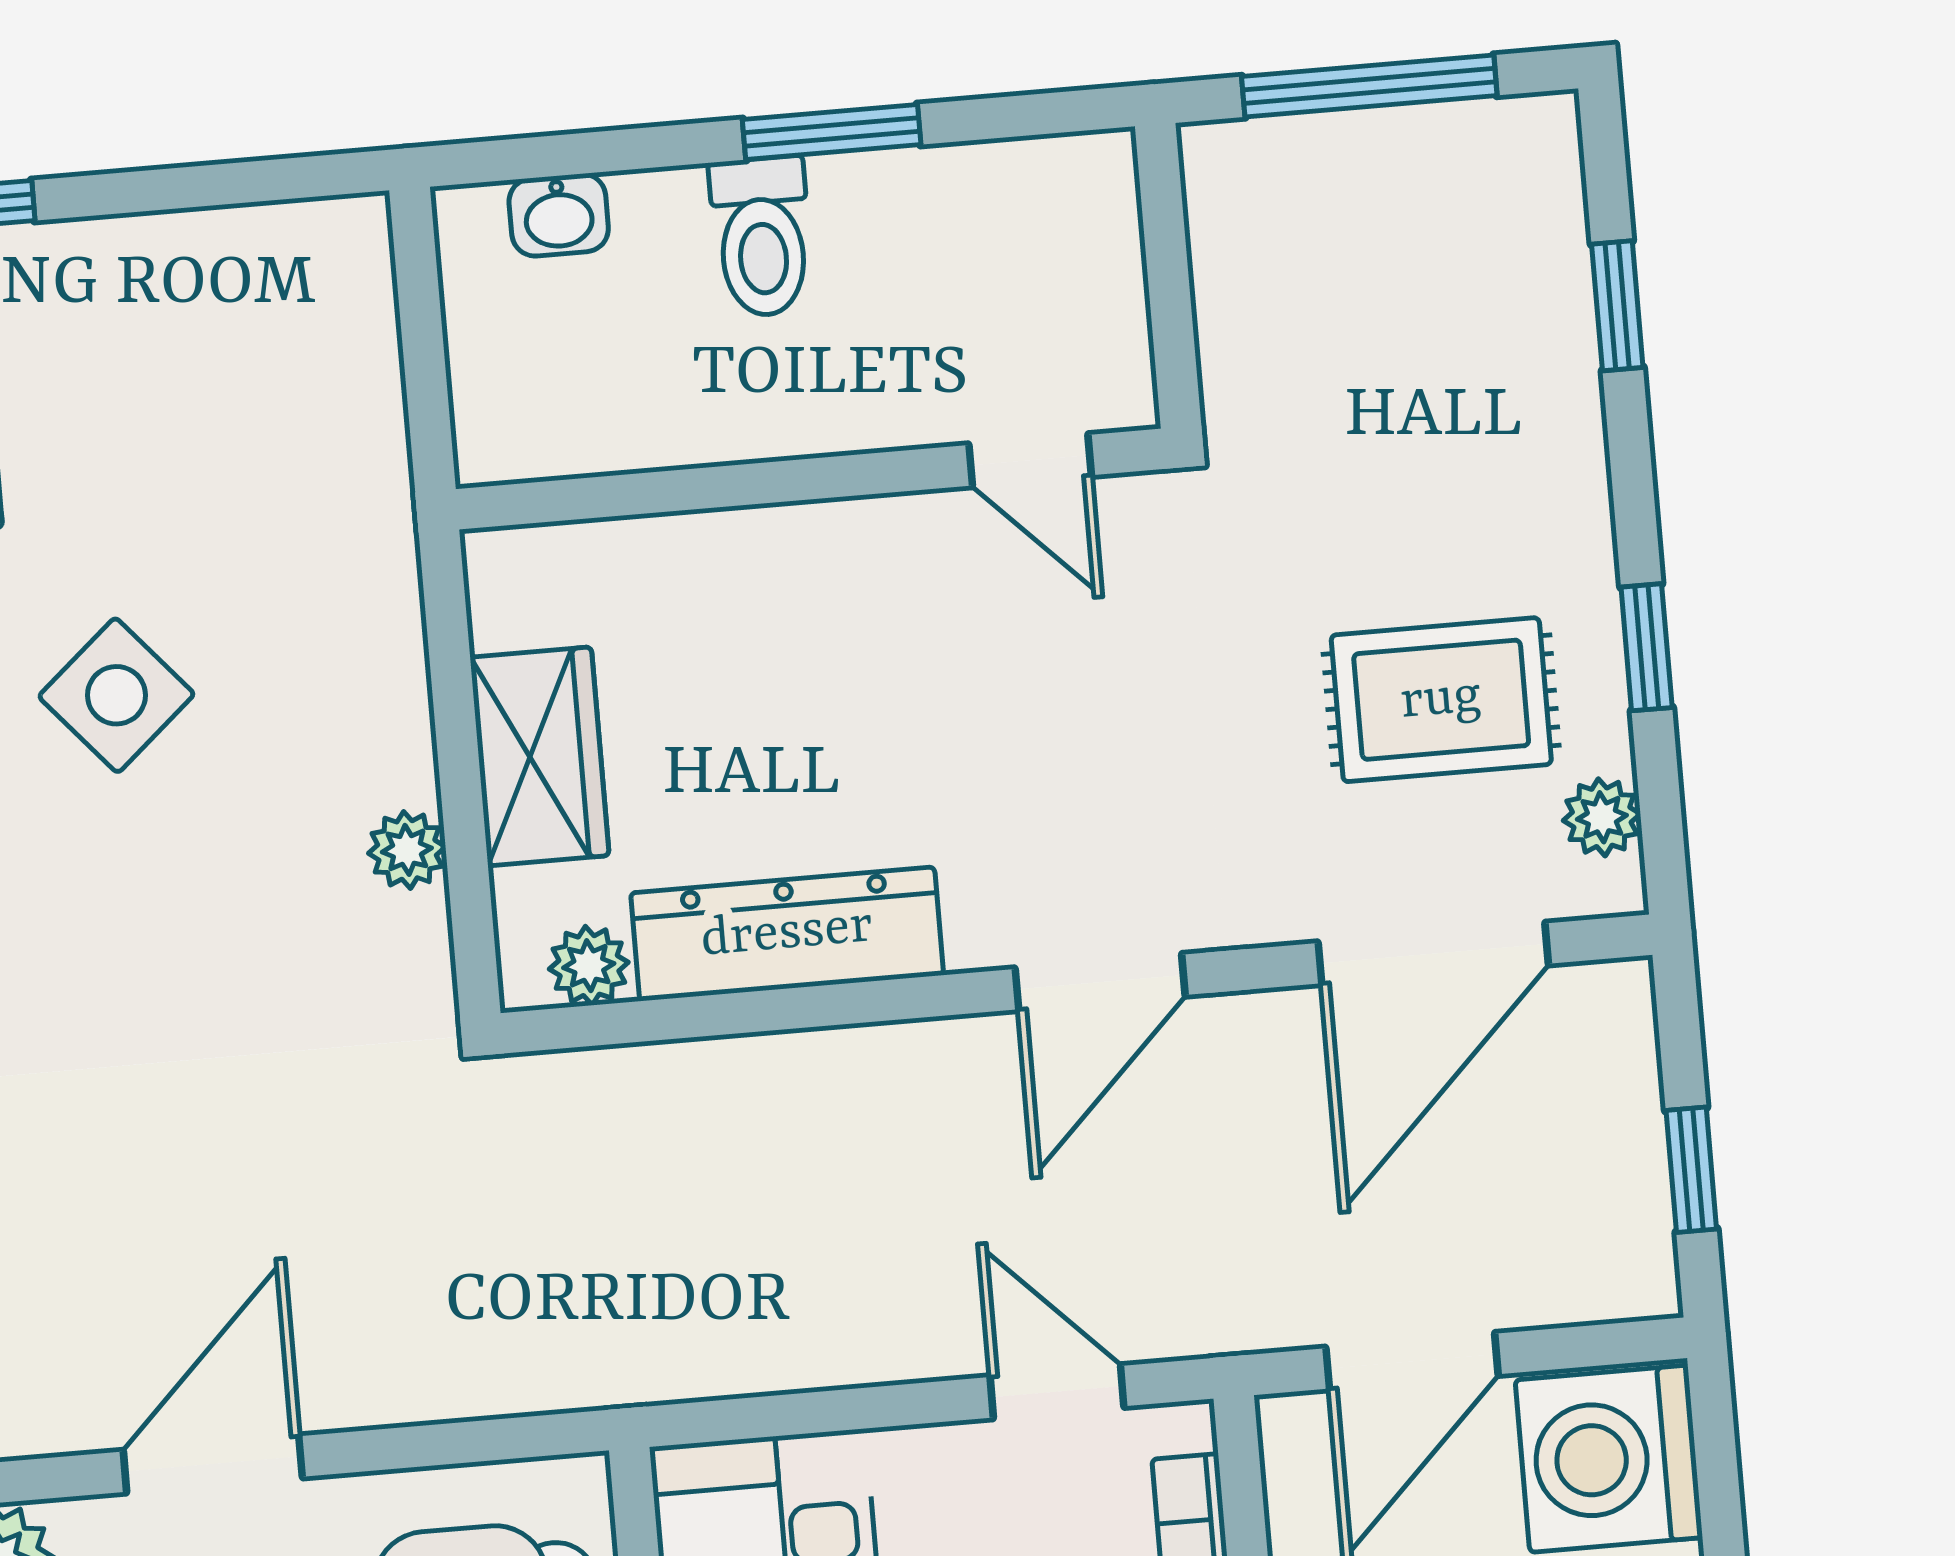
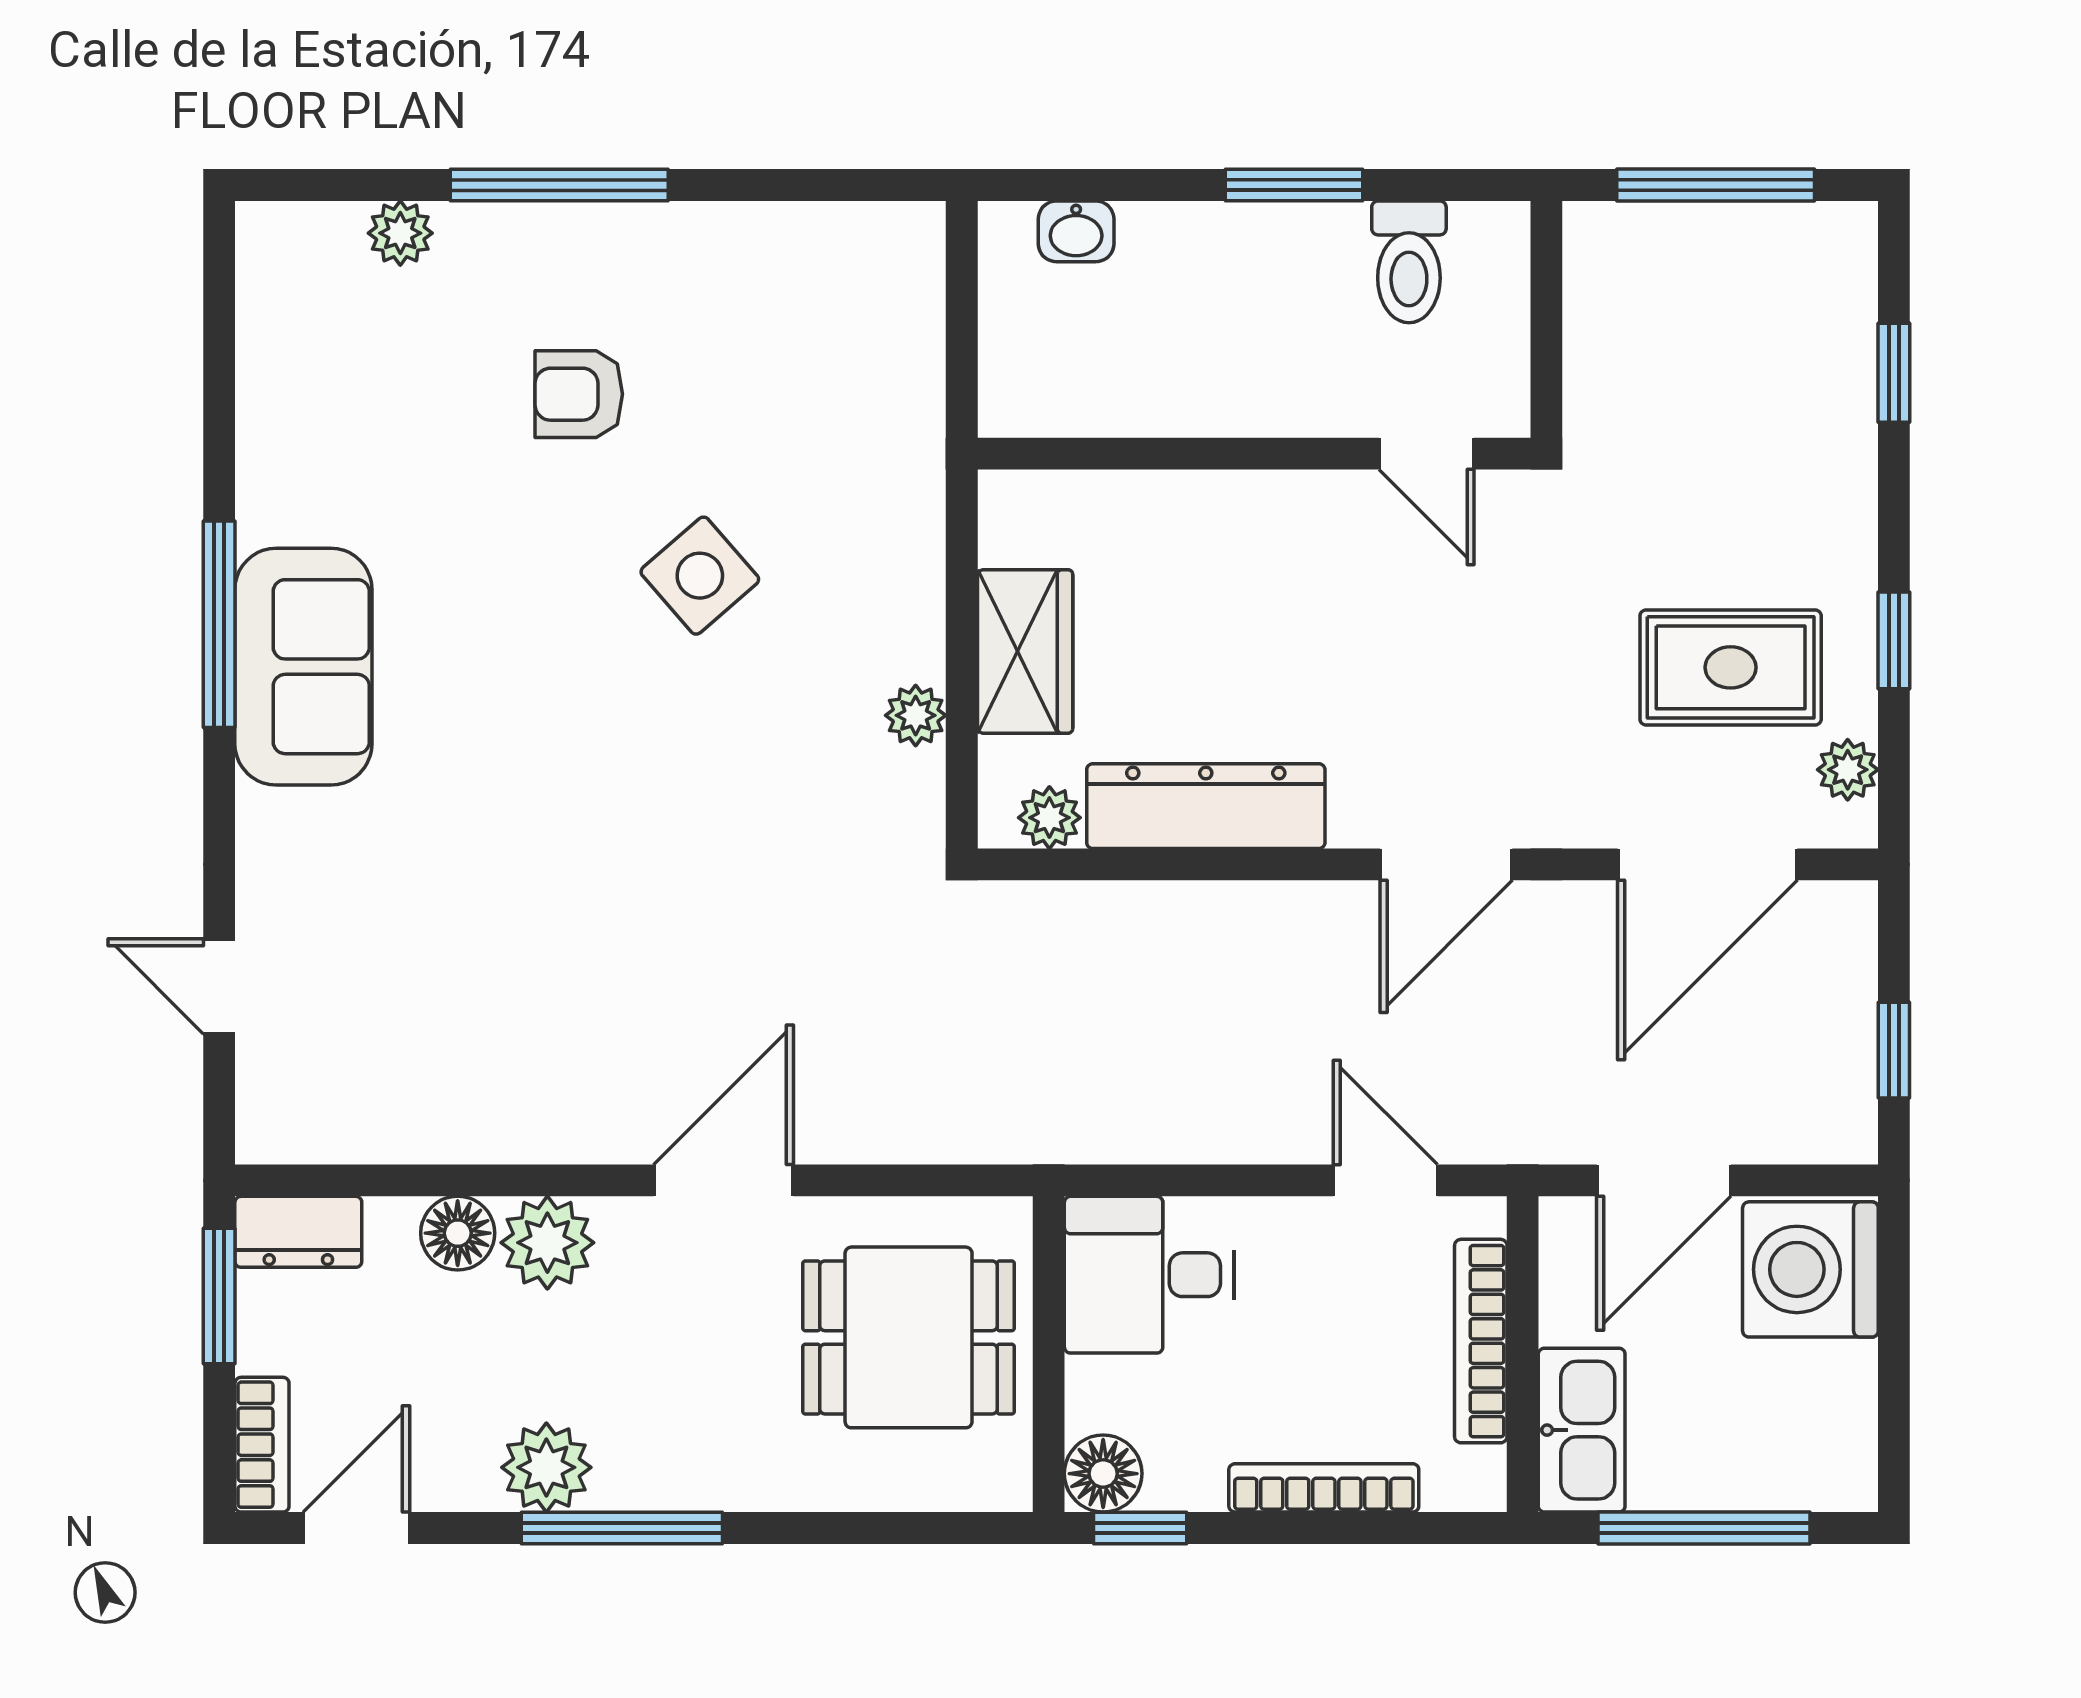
toilet: (762, 237) -> (1409, 262), moved

